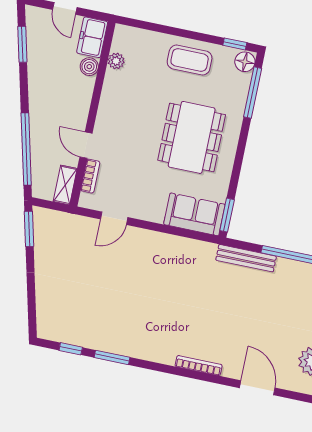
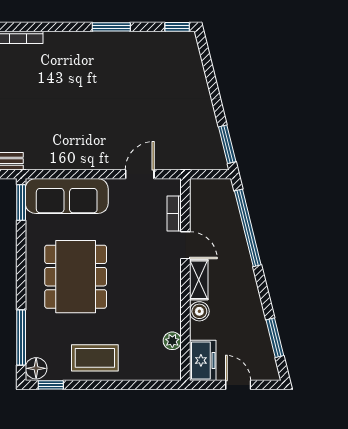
boiler: (89, 67) -> (199, 311), moved
shelving: (65, 185) -> (199, 280), moved
sofa: (194, 214) -> (67, 196), width x1.36
window: (71, 349) -> (177, 27), moved

